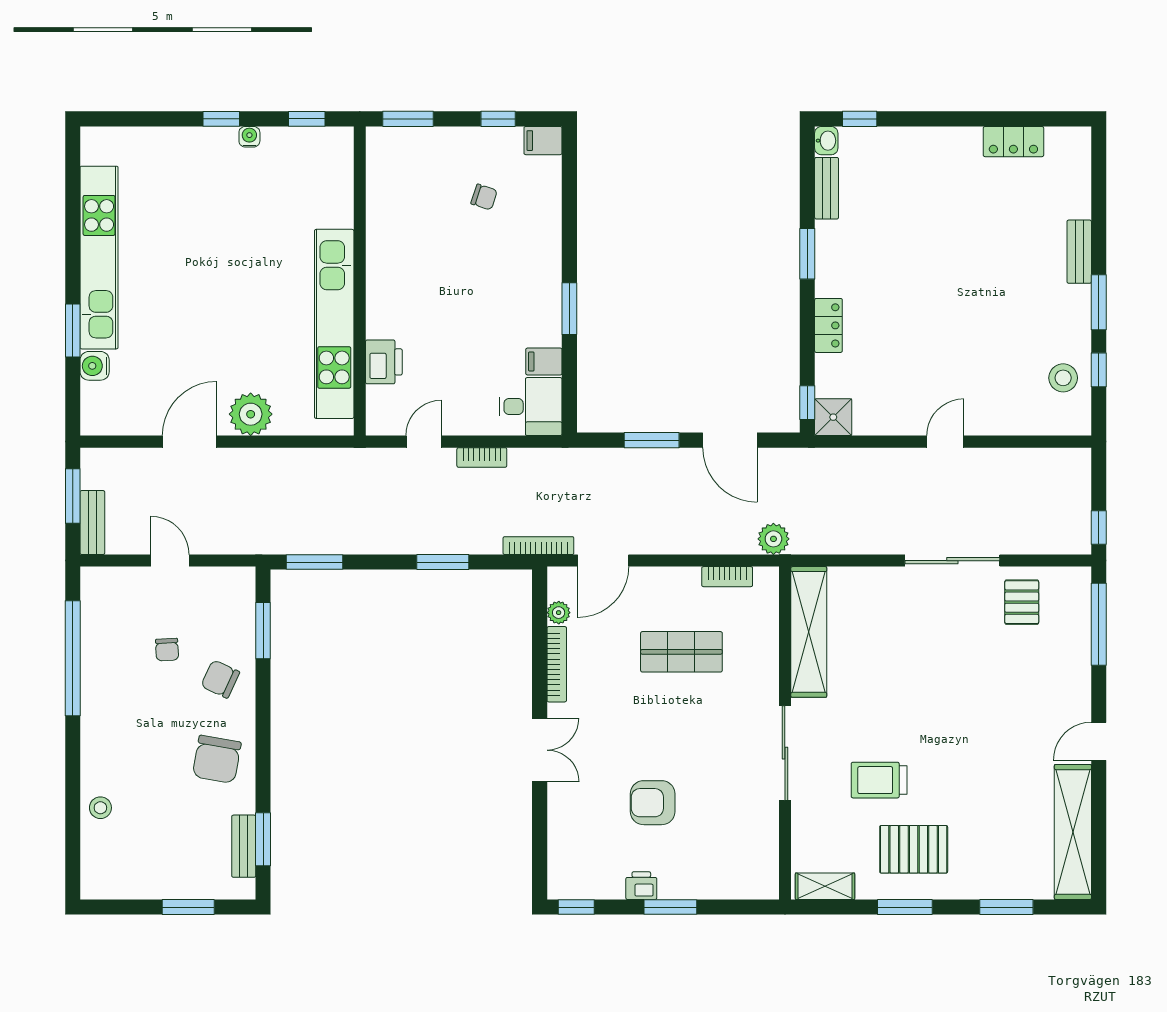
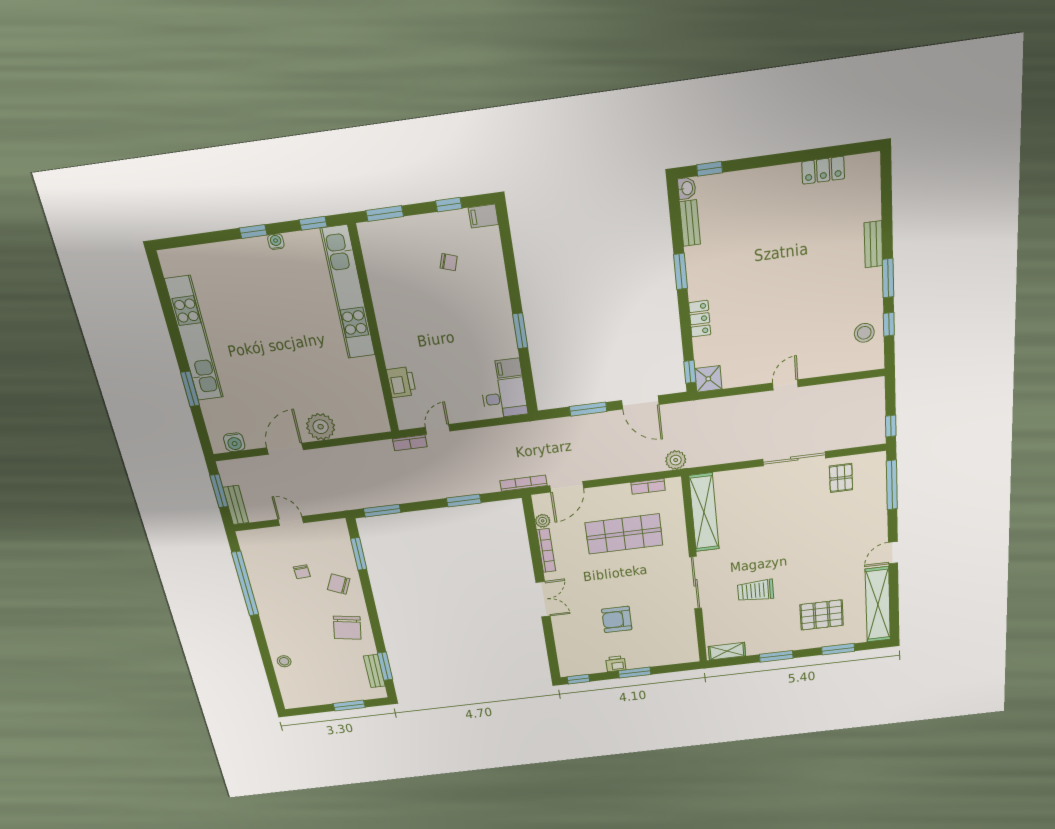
kitchen unit: (334, 324) -> (348, 293), moved
water cooler: (95, 366) -> (234, 442), moved, turned -90
bookcase: (482, 457) -> (410, 443), moved
shop shelf: (681, 652) -> (624, 534), width x1.43, depth x1.36
pallet: (914, 849) -> (822, 615), moved

